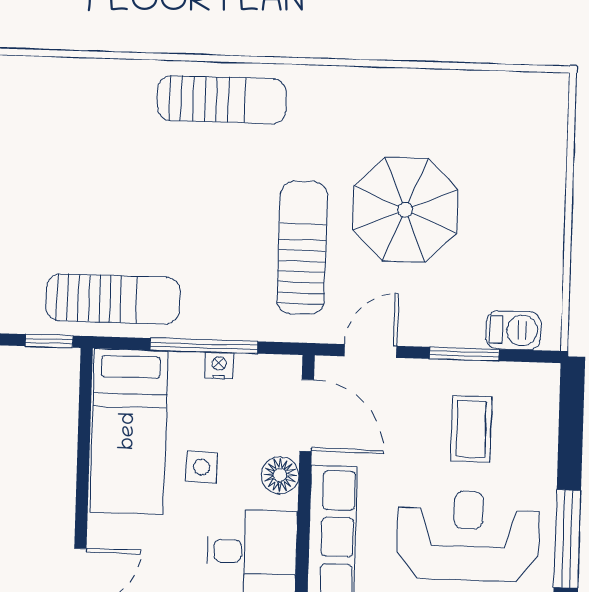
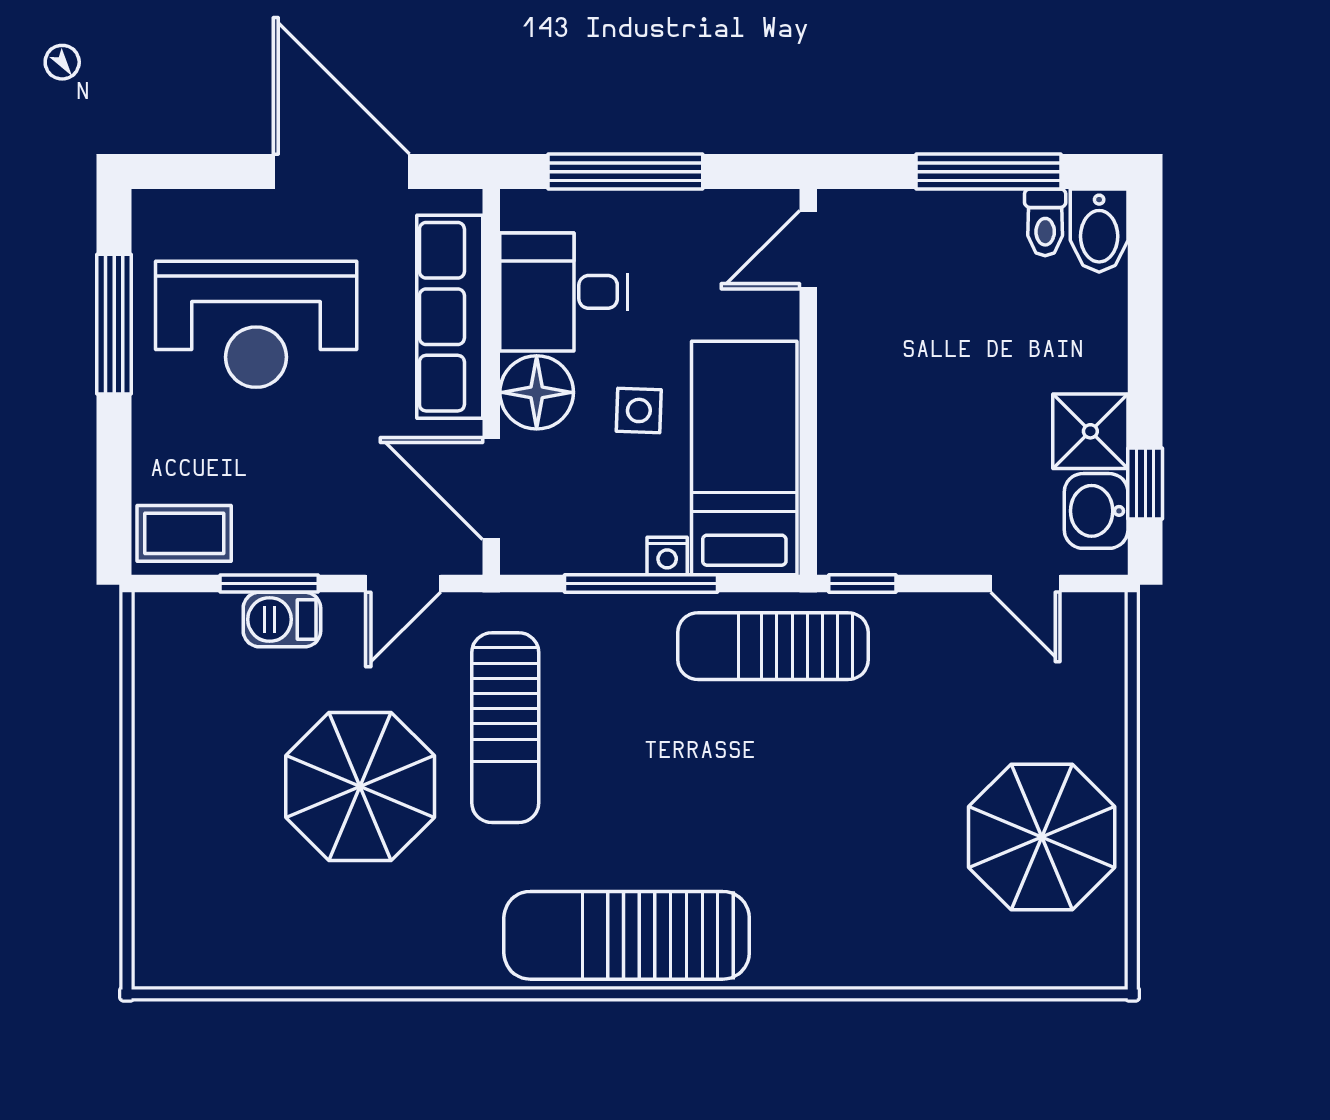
sun lounger: (222, 100) -> (627, 935), width x1.36, depth x1.34
barbecue: (513, 330) -> (282, 619), moved
nightstand: (219, 366) -> (667, 556), moved
coffee table: (471, 429) -> (184, 533), moved, turned 90
floor lamp: (280, 475) -> (537, 392), width x1.38, depth x1.38

